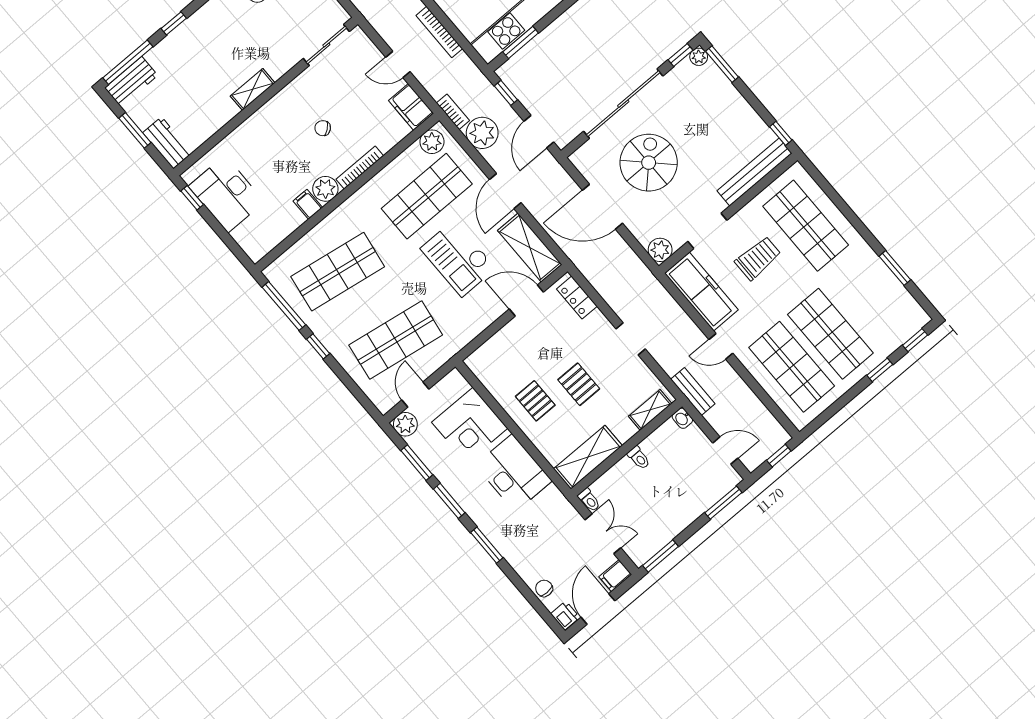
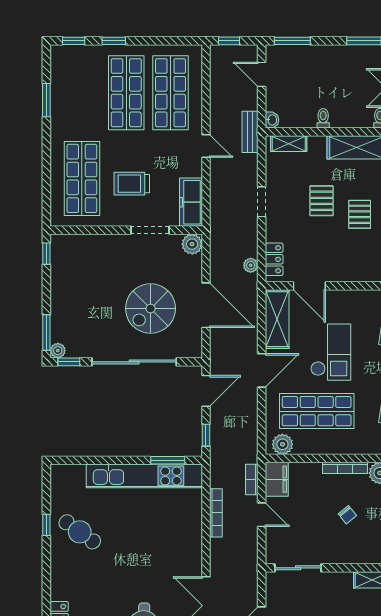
bookcase: (453, 112) -> (252, 479), moved
plant: (482, 133) -> (251, 265), moved, width x0.53, depth x0.53
bench: (755, 172) -> (86, 243), removed
freezer: (701, 291) -> (191, 202), width x0.73, depth x0.79

